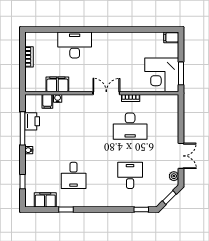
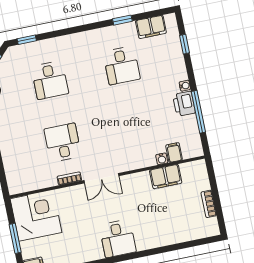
desk: (75, 45) -> (118, 238), moved, width x0.73
window: (181, 73) -> (15, 238), moved
printer: (32, 121) -> (184, 104), moved
desk: (130, 126) -> (63, 143), width x0.73
desk: (74, 175) -> (122, 65), turned 180

